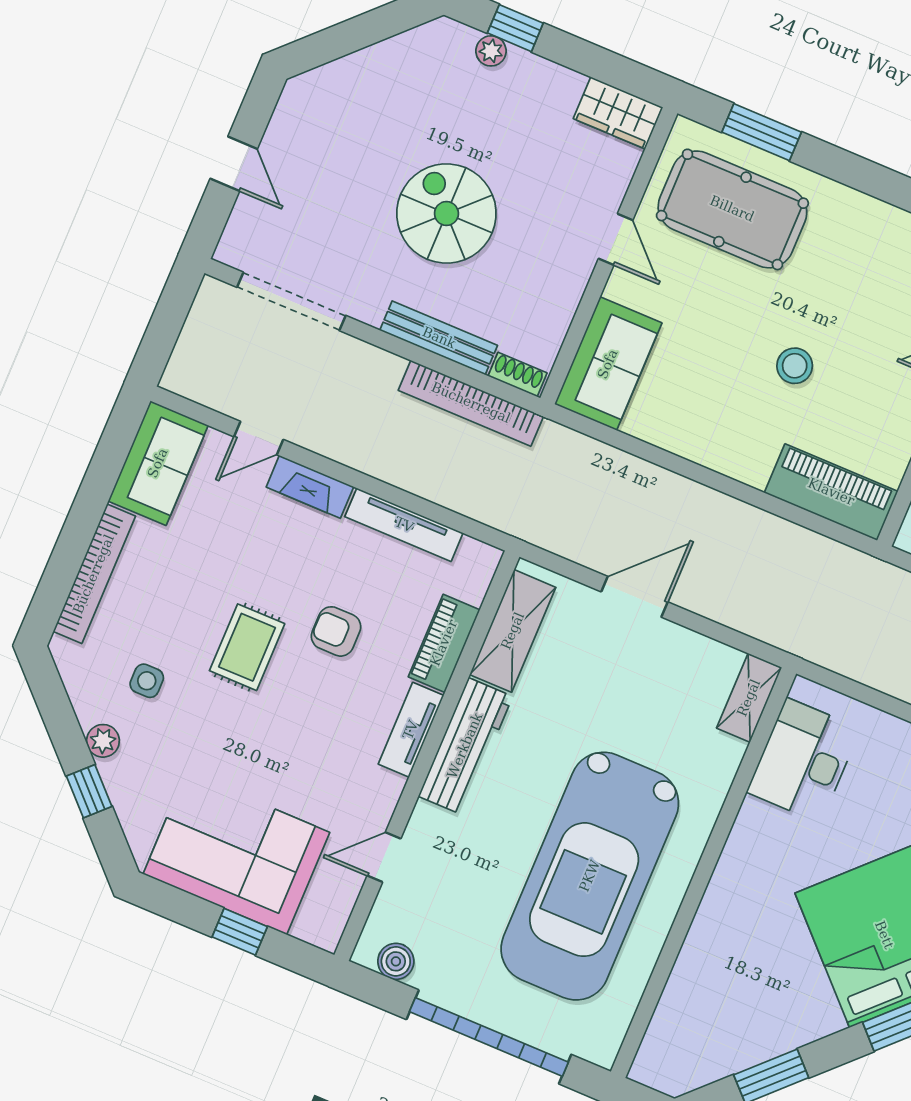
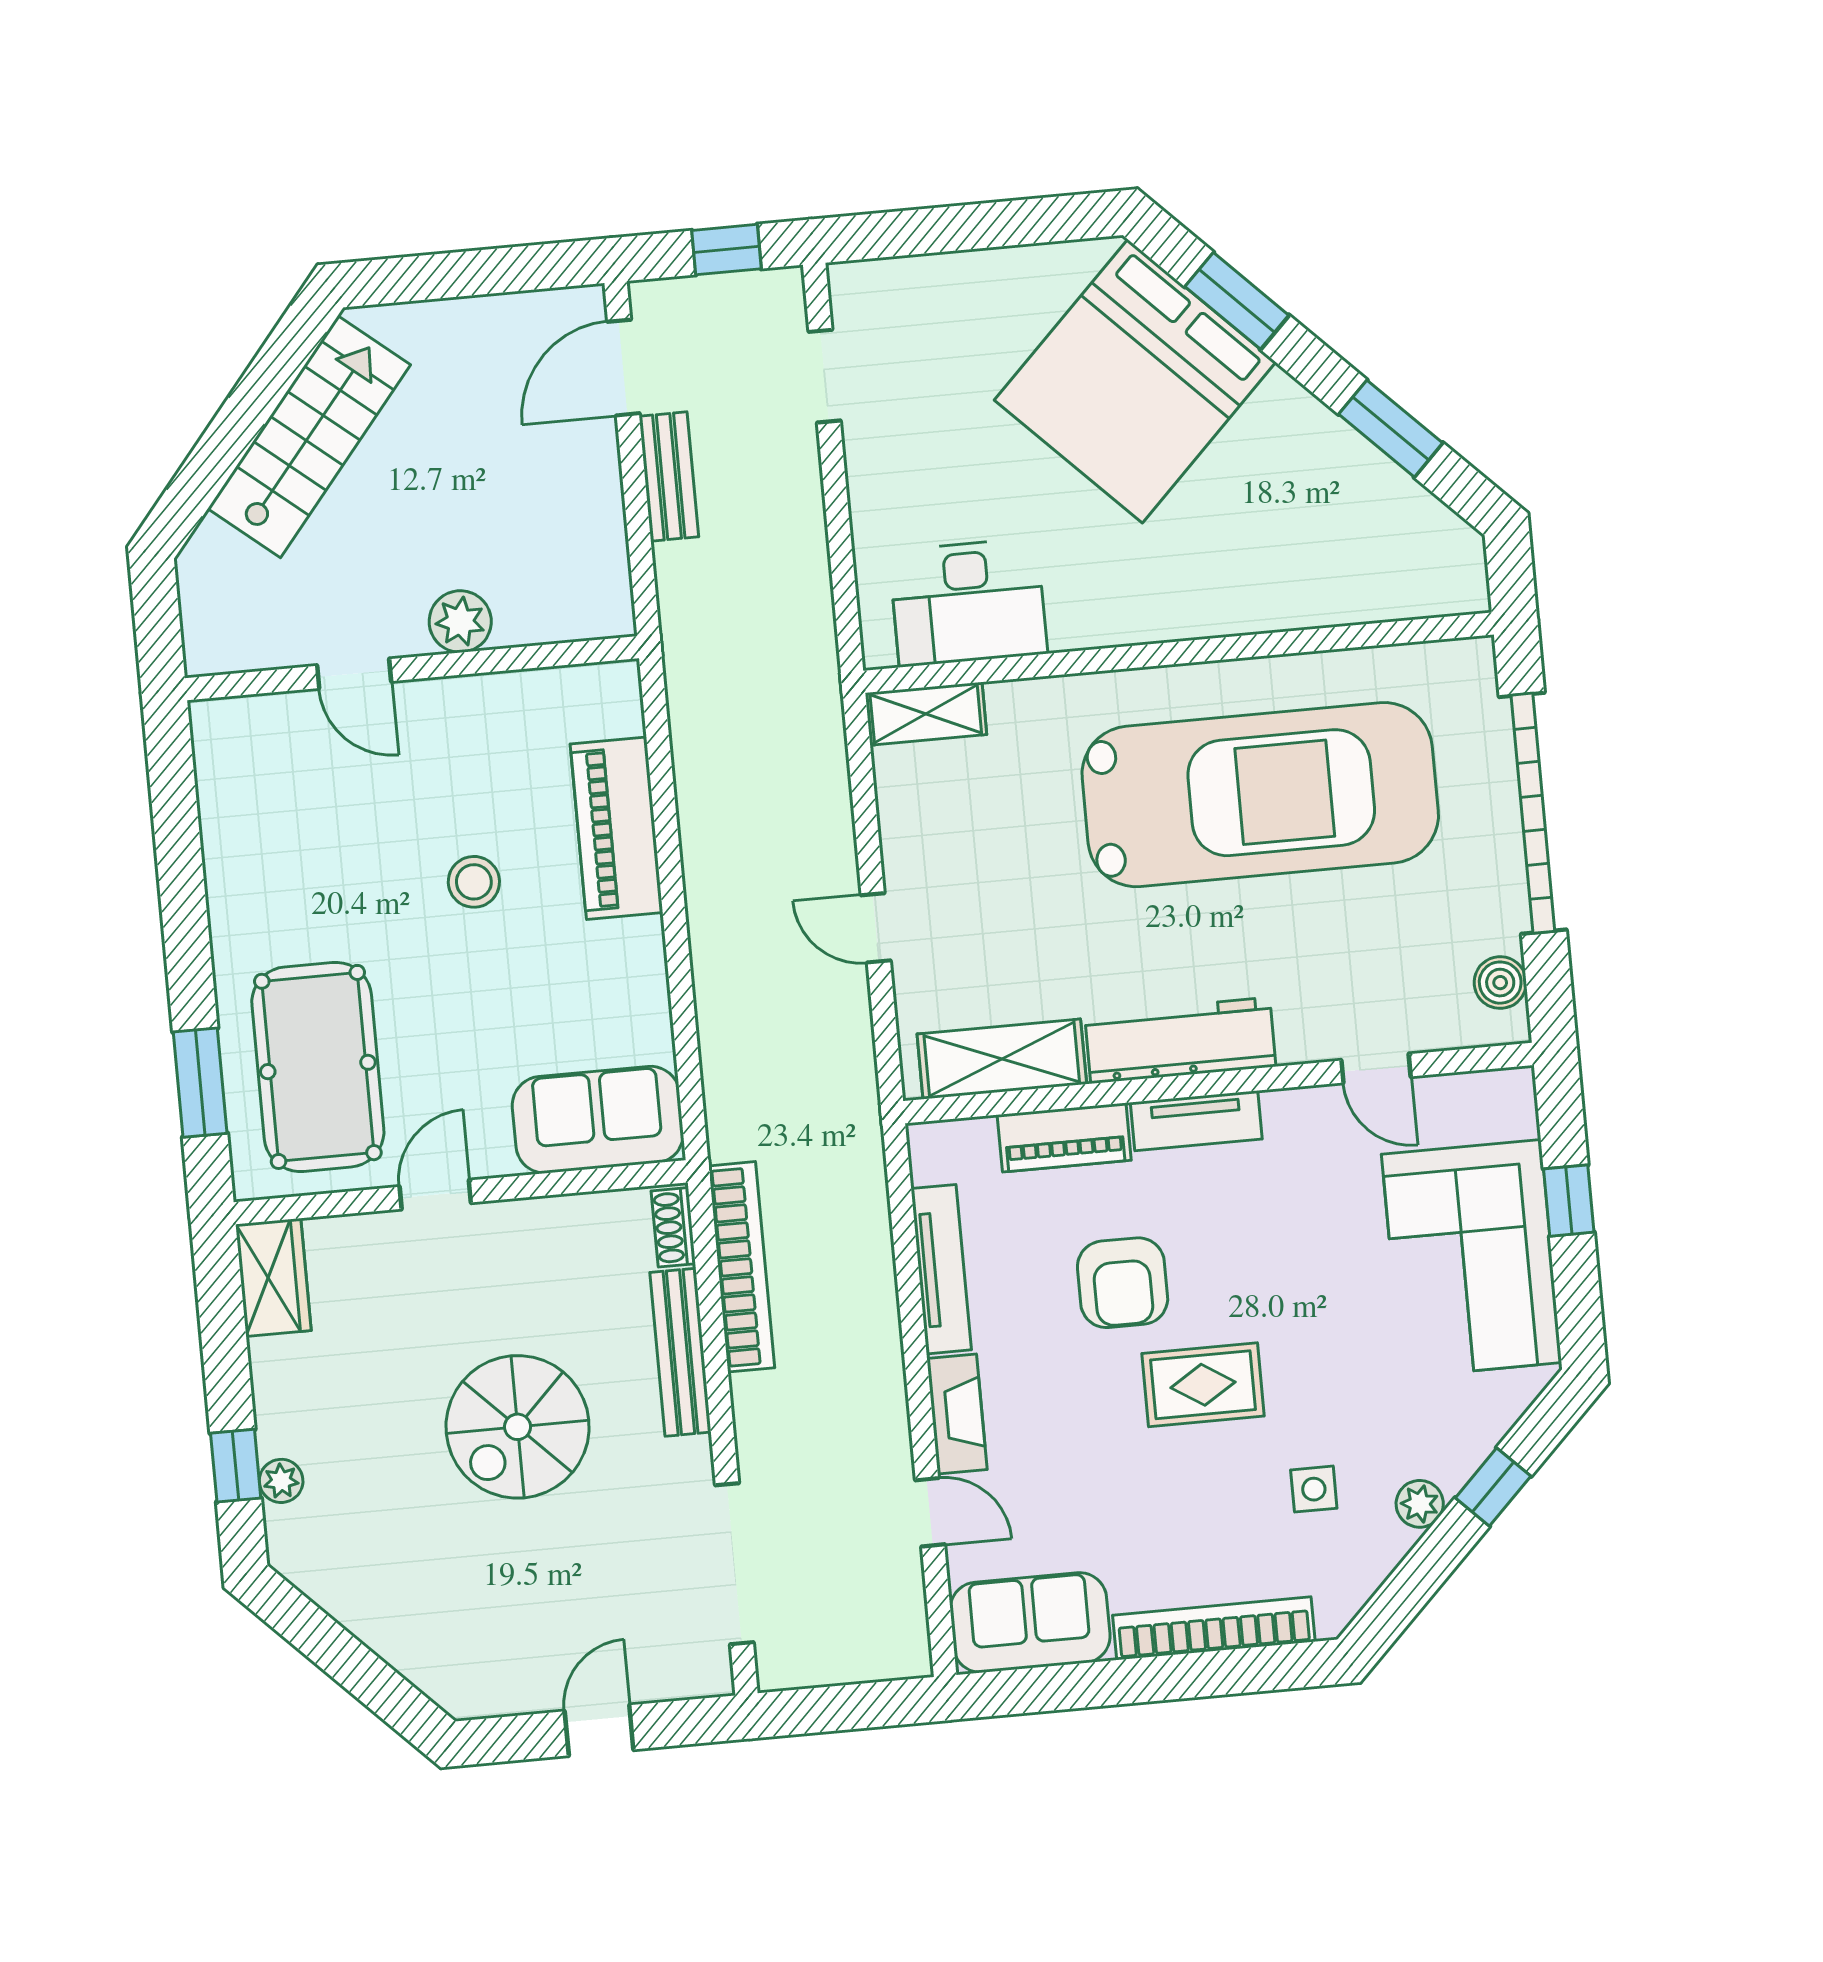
piano: (831, 492) -> (617, 828), moved
door: (634, 597) -> (876, 928), width x0.73
armchair: (336, 631) -> (1123, 1283), width x1.38, depth x1.38

